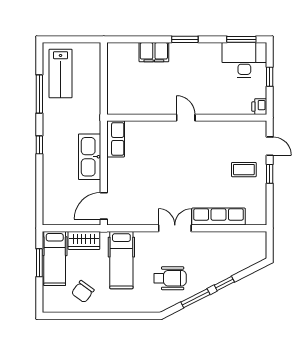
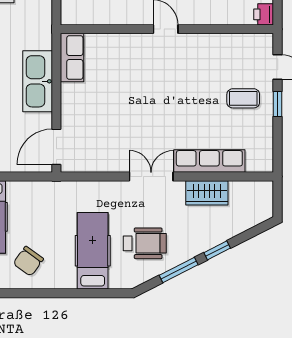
wardrobe: (84, 240) -> (207, 193), moved
hospital bed: (121, 260) -> (93, 251), moved, turned 180

